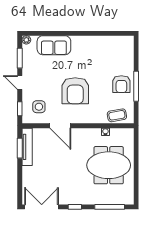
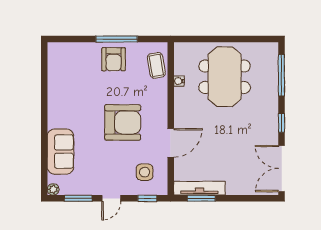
armchair: (121, 84) -> (114, 59), turned 90

